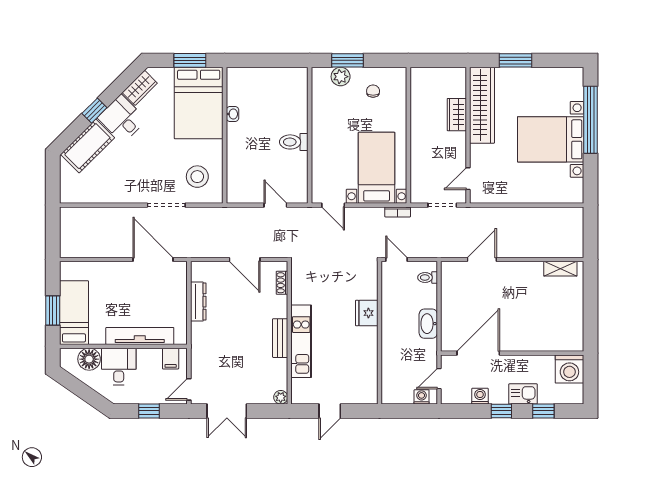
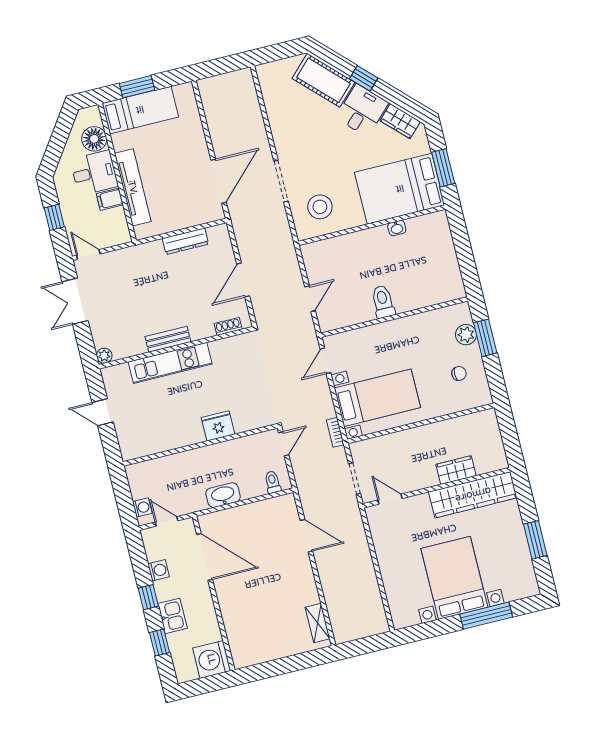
window: (516, 60) -> (535, 540), moved
window: (590, 120) -> (486, 616), width x0.68
filing cabinet: (171, 359) -> (110, 199), moved

